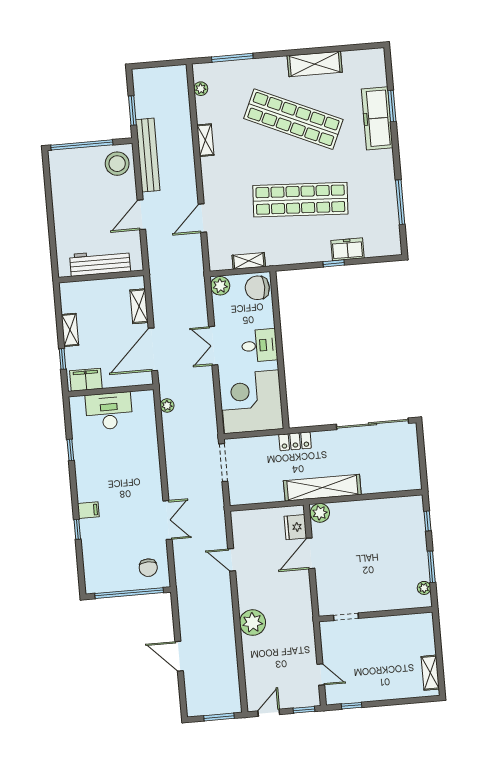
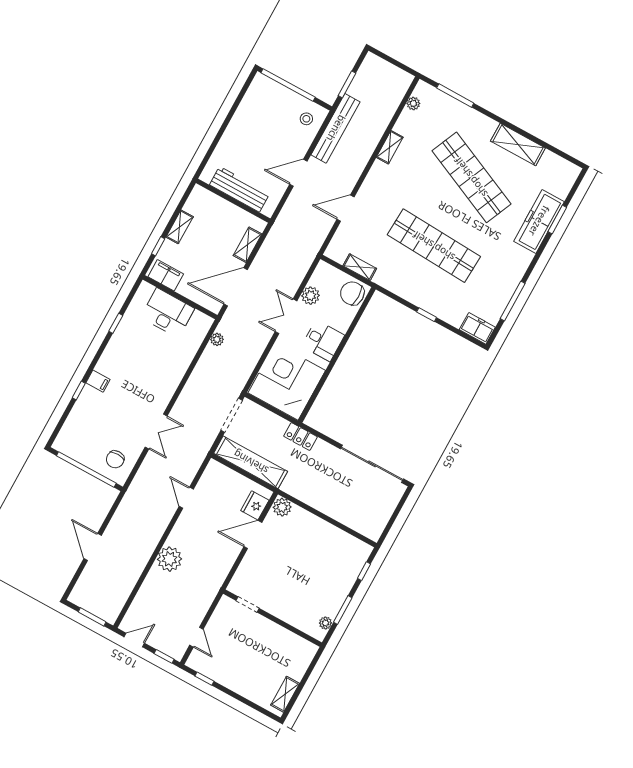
stool: (117, 164) -> (306, 119), width x0.53, depth x0.53
freezer: (347, 249) -> (477, 328), moved
plant: (220, 286) -> (311, 296), moved
shelving: (322, 488) -> (251, 462), moved

